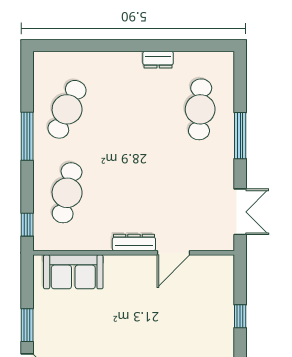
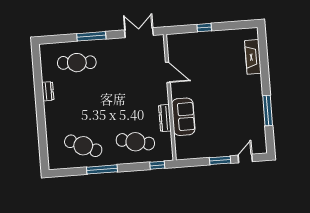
dresser: (134, 242) -> (165, 118), moved
sofa: (73, 272) -> (183, 117), moved

